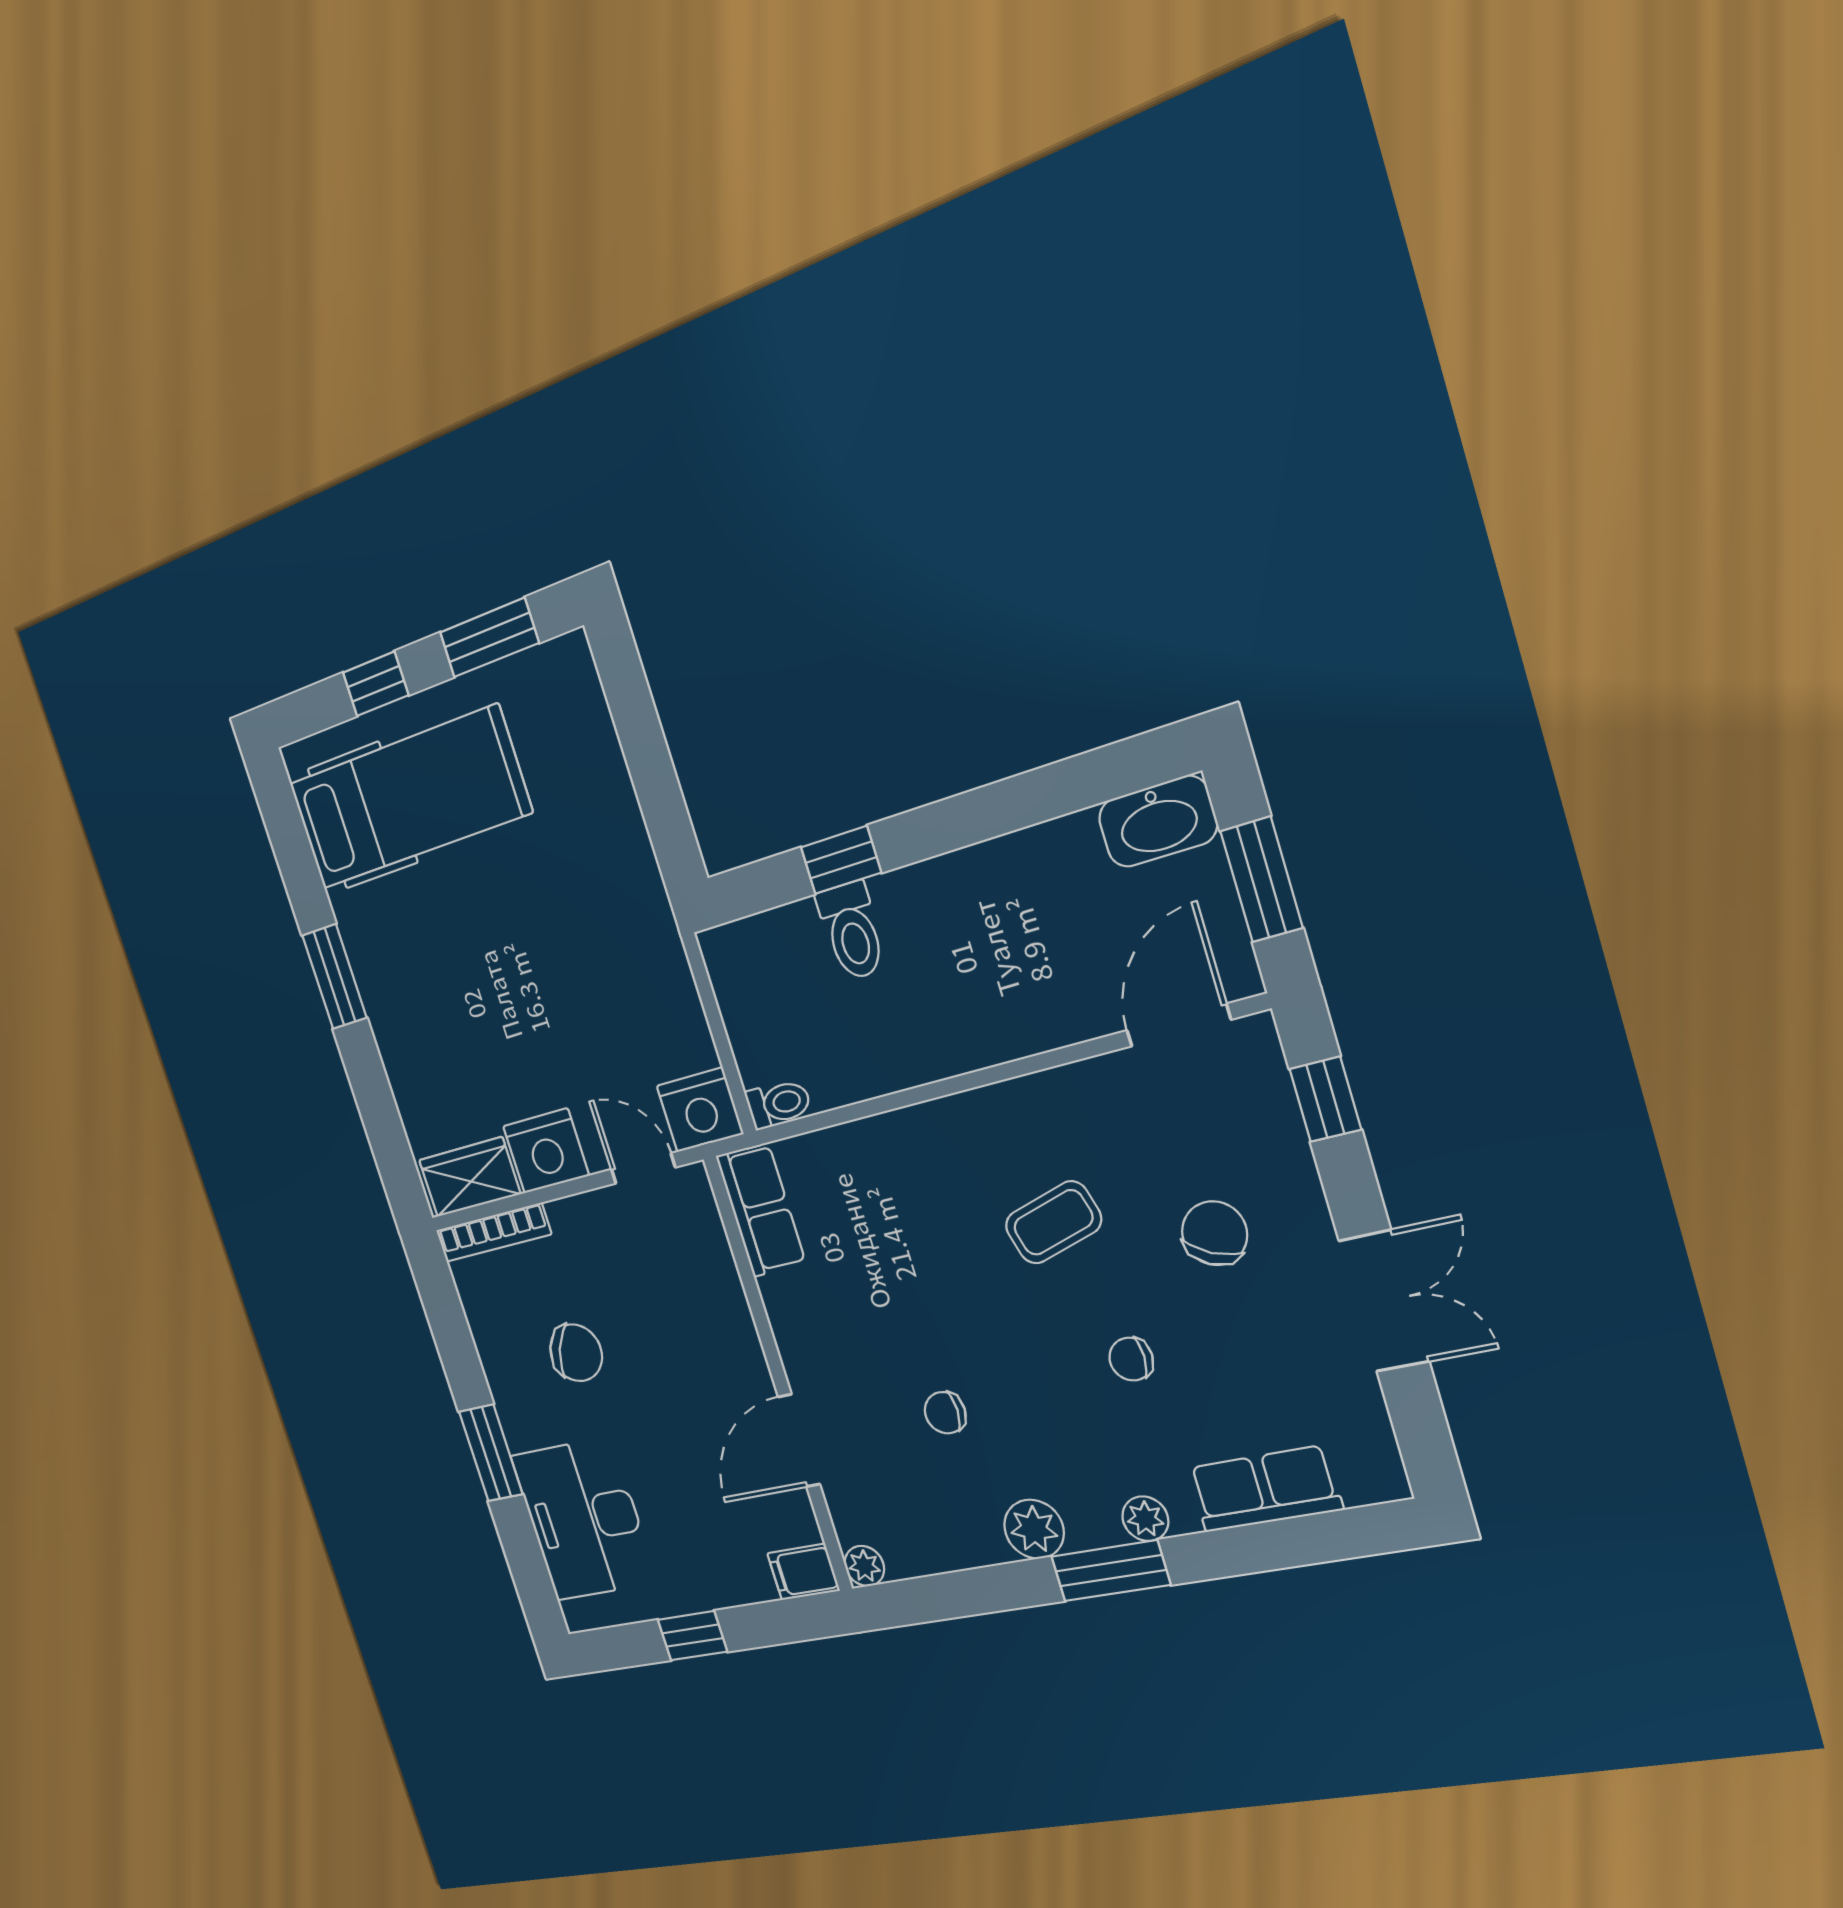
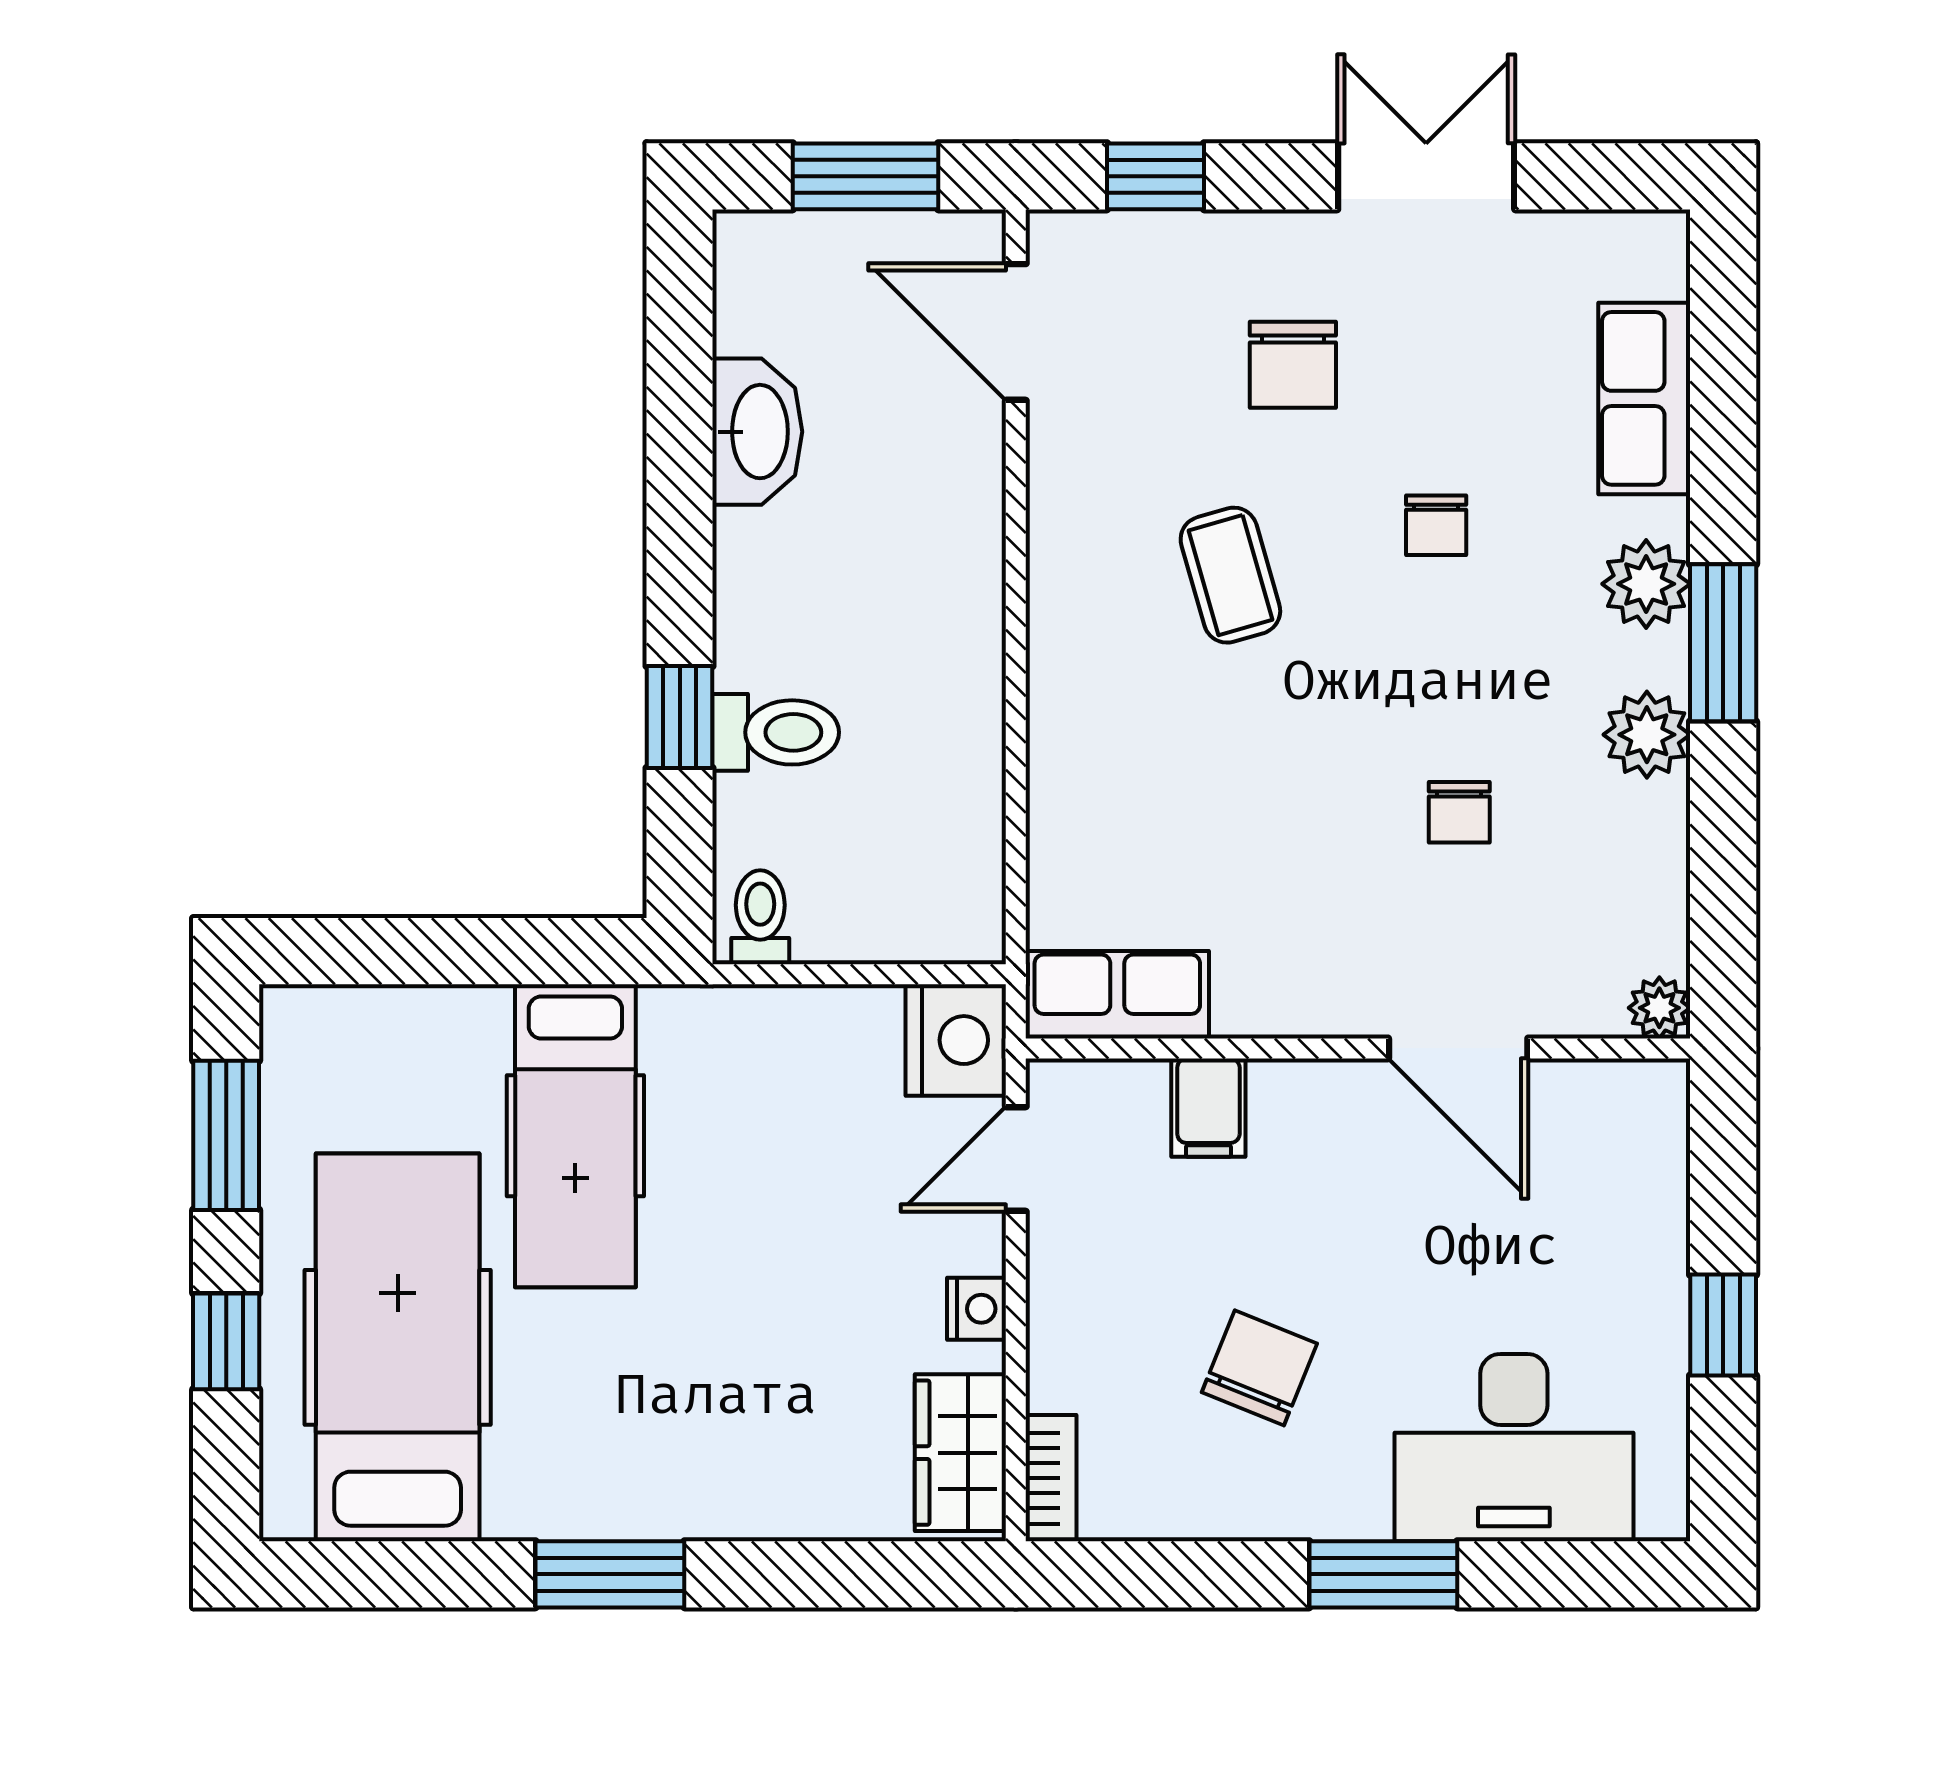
washbasin: (1158, 821) -> (757, 432), moved
hospital bed: (564, 873) -> (575, 1136), added
toilet: (779, 1104) -> (760, 917), moved
nightstand: (546, 1151) -> (977, 1309), width x0.53, depth x0.56
bookcase: (493, 1232) -> (1051, 1478), width x0.64
chair: (1215, 1233) -> (1293, 365), turned -115
plant: (1145, 1519) -> (1646, 584), width x1.38, depth x1.38
filing cabinet: (803, 1572) -> (1208, 1108), moved

